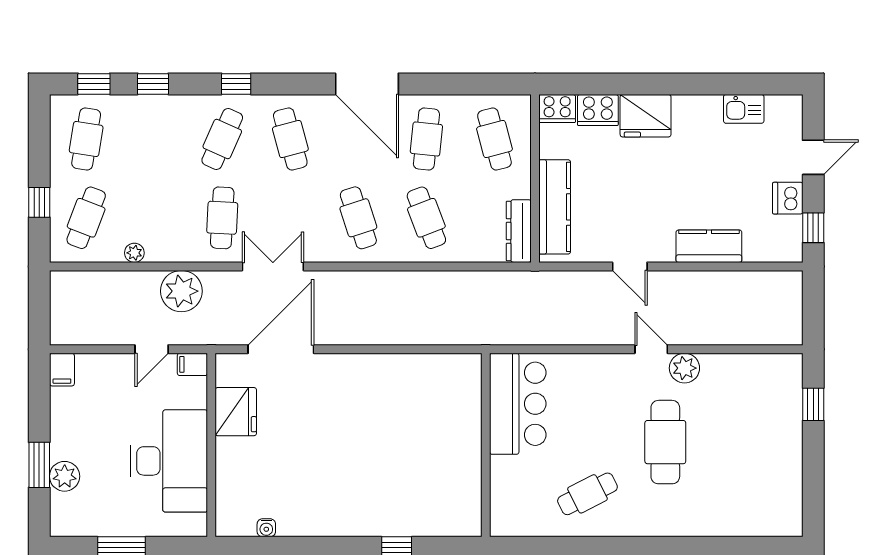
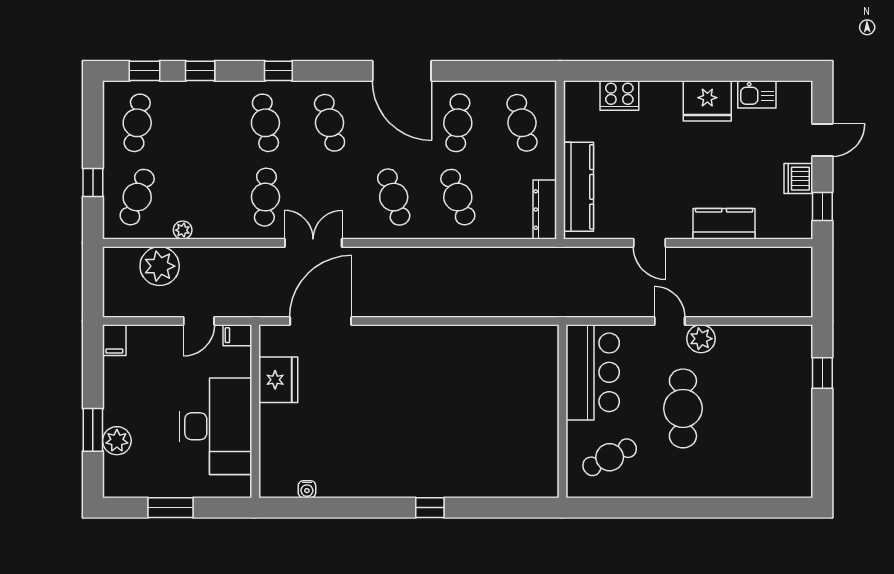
cooker: (557, 108) -> (581, 94), removed
fridge: (646, 116) -> (707, 101), moved
cafe table: (222, 139) -> (265, 123), turned -33
plant: (181, 291) -> (160, 266), moved
bar counter: (518, 404) -> (593, 372), moved
wall: (486, 445) -> (563, 411), moved

